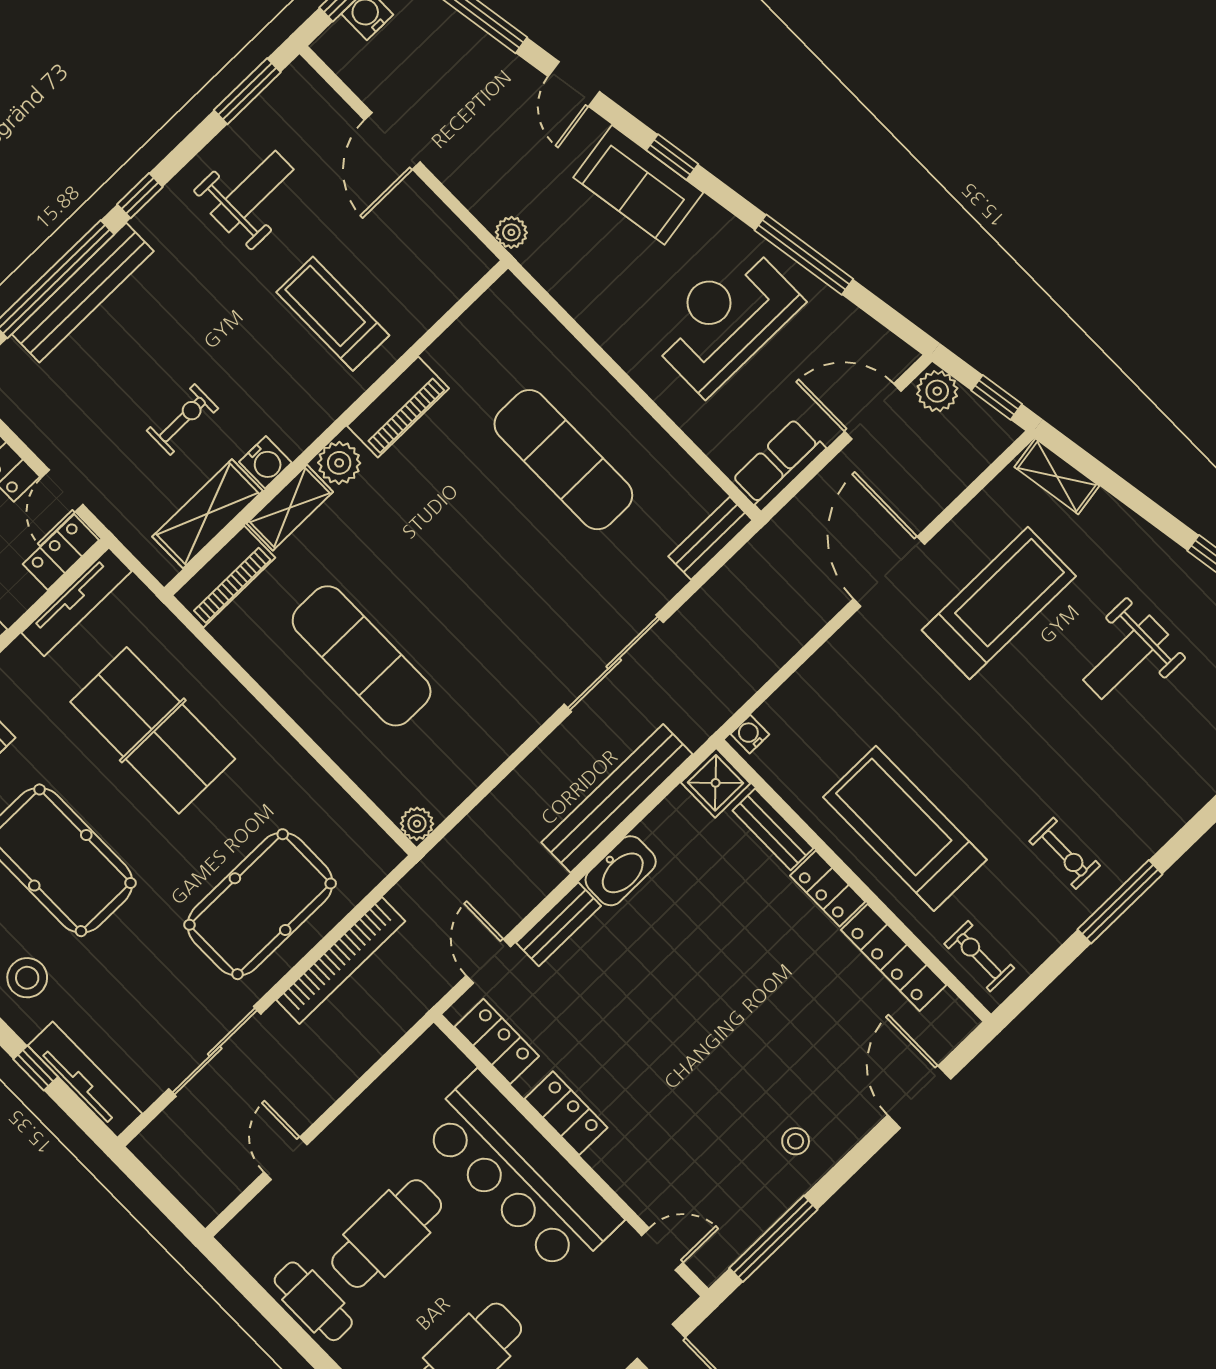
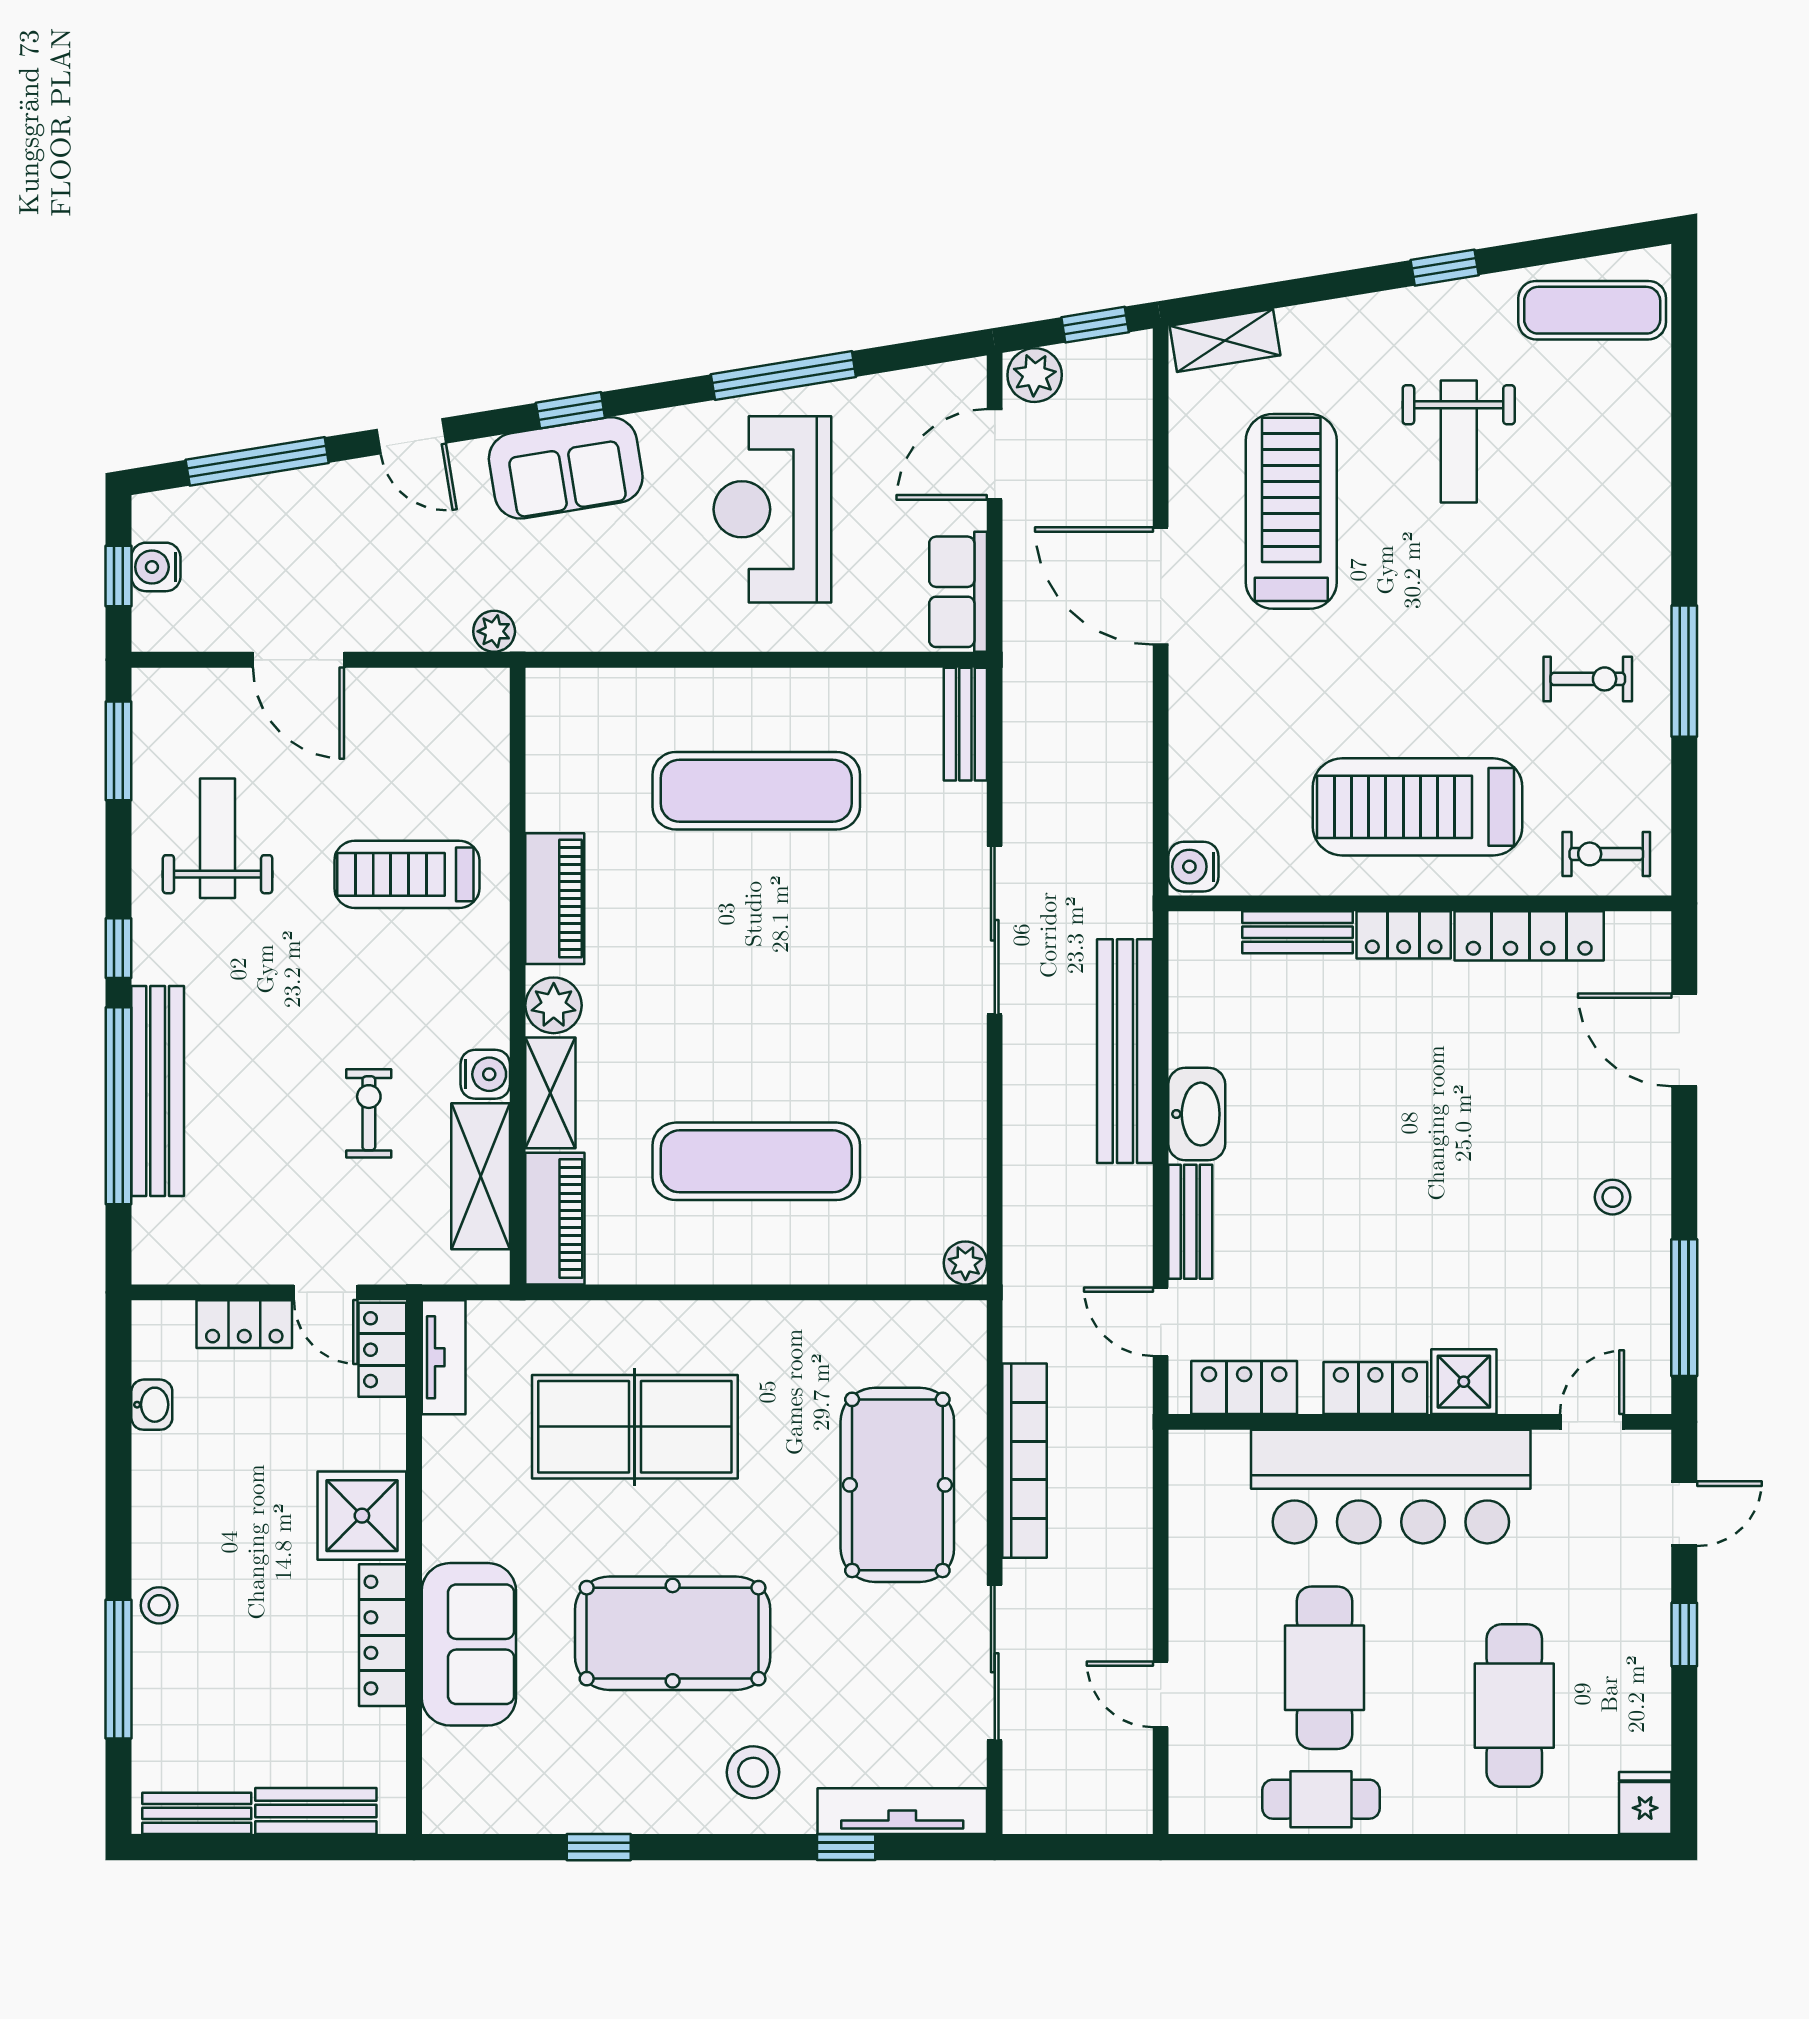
tv unit: (77, 602) -> (444, 1357), width x0.71
water cooler: (750, 734) -> (1193, 867), width x1.38, depth x1.38
shower: (716, 783) -> (1464, 1382), moved

